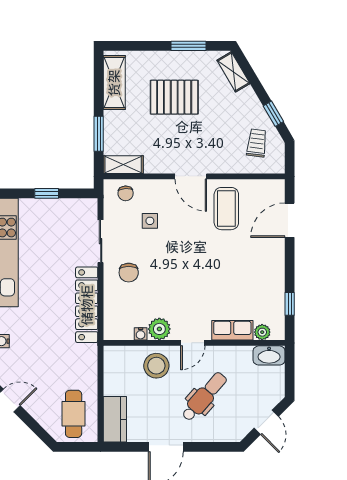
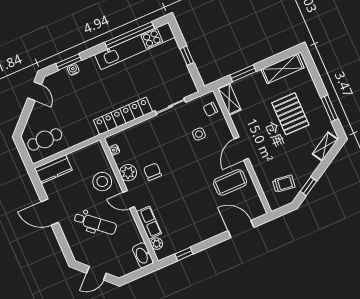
chair: (129, 273) -> (152, 172), moved, turned 91
water cooler: (141, 334) -> (114, 150), moved

